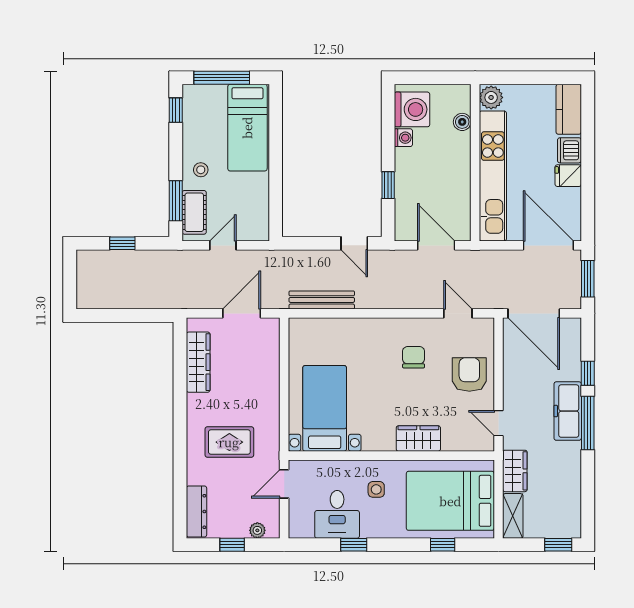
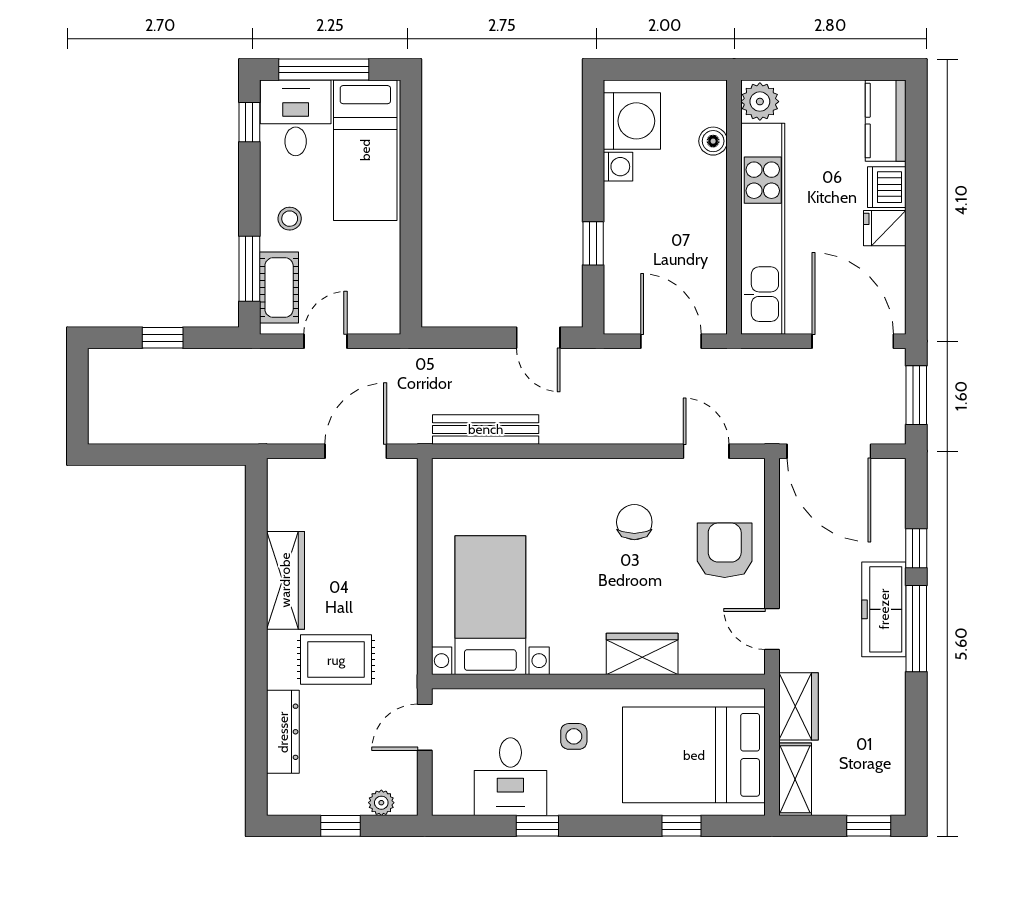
desk: (204, 108) -> (296, 118), added
wardrobe: (198, 362) -> (285, 580), moved
dresser: (197, 512) -> (283, 732), moved

